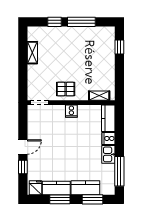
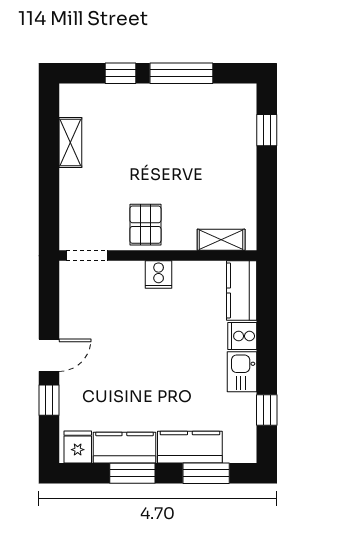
pallet: (66, 89) -> (145, 225), turned 90
window: (119, 171) -> (267, 410), width x0.46

